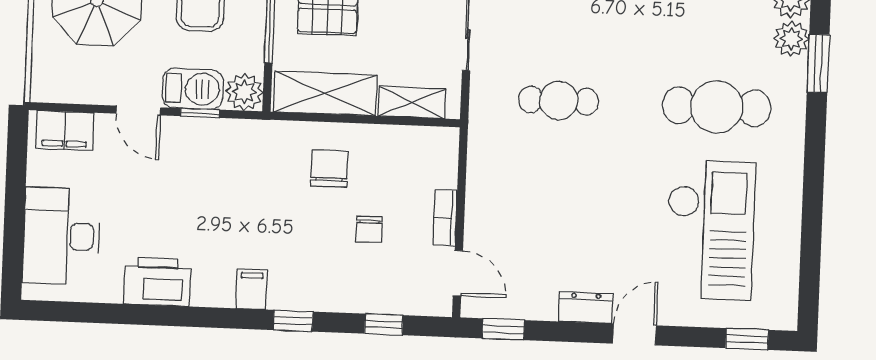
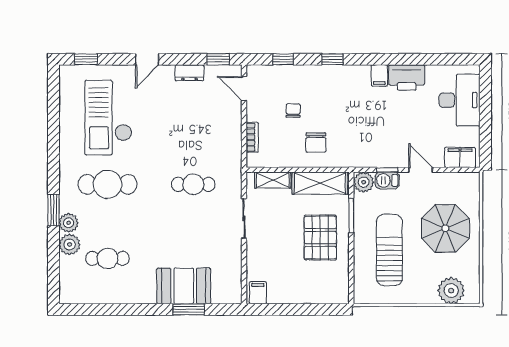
barbecue: (193, 89) -> (387, 180), width x0.73, depth x0.79
bookcase: (445, 218) -> (252, 137), moved
filing cabinet: (252, 289) -> (379, 75), moved
dresser: (586, 308) -> (189, 73), moved

